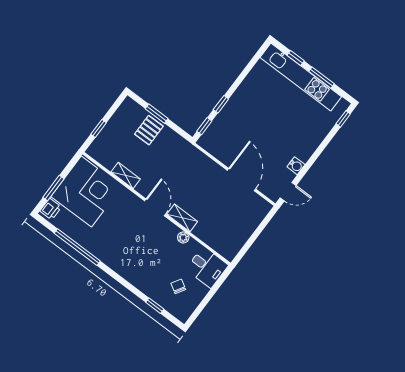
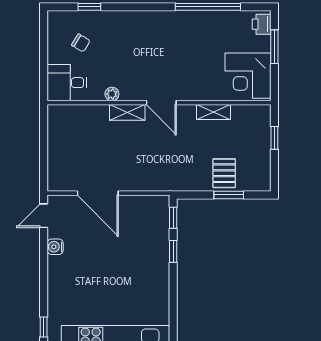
corner desk: (86, 192) -> (248, 76), width x0.74, depth x0.74

